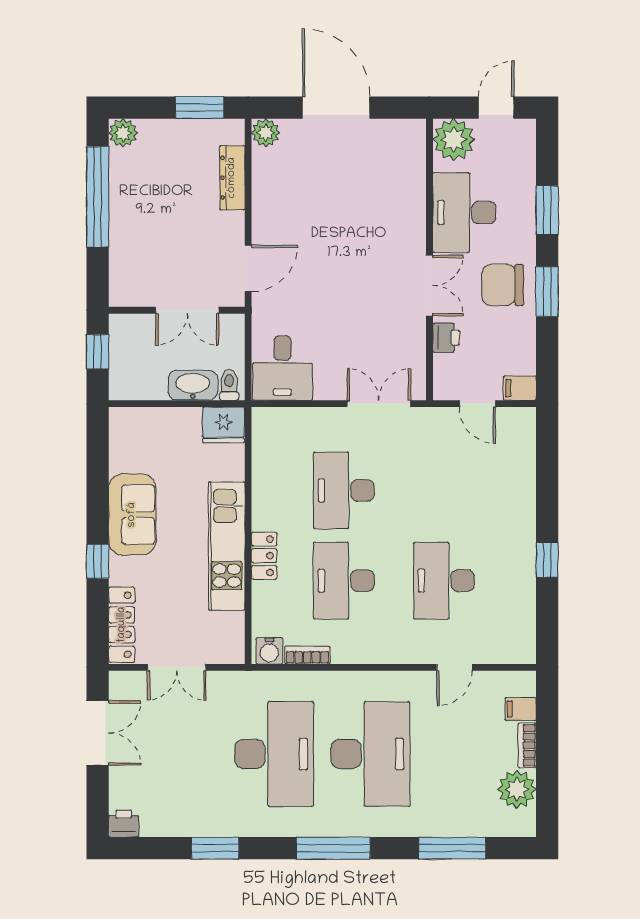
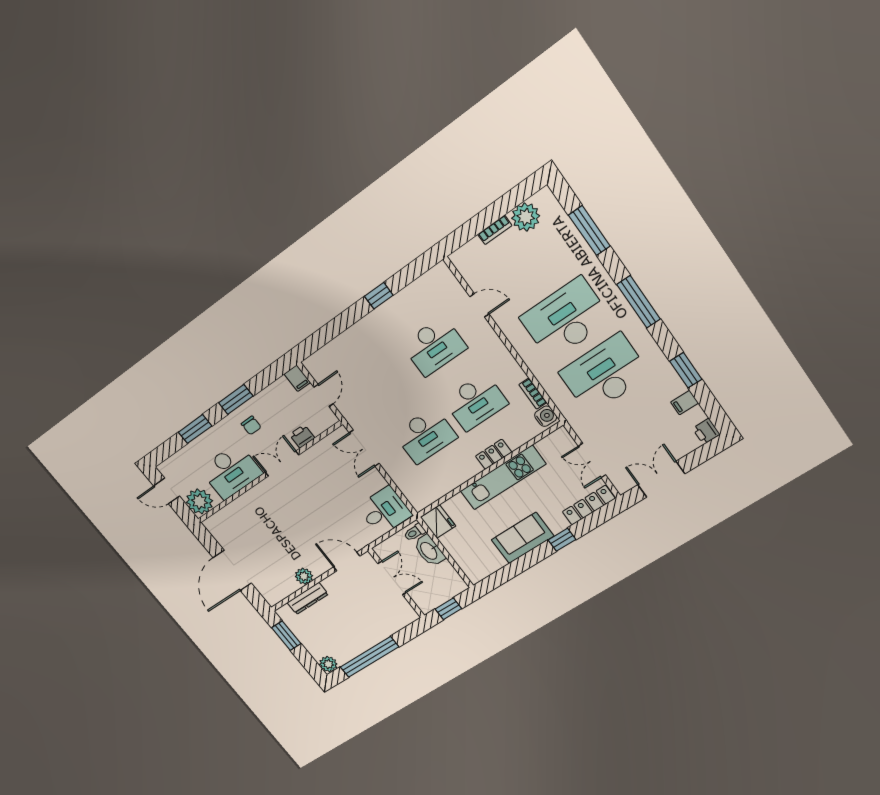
plant: (266, 133) -> (304, 576), moved
chair: (503, 285) -> (251, 425), width x0.54, depth x0.54
double door: (177, 667) -> (592, 460), swing flipped
filing cabinet: (521, 709) -> (685, 403), moved, turned 90

